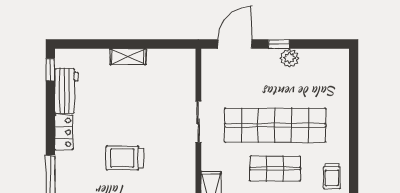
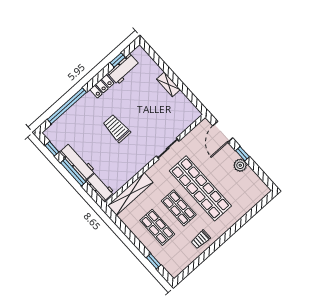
door: (235, 44) -> (223, 132), swing flipped
window: (50, 70) -> (118, 60), moved

